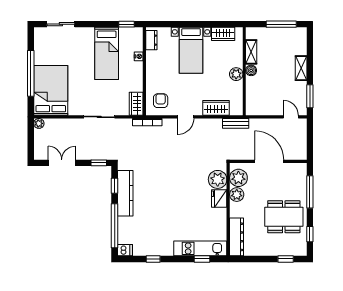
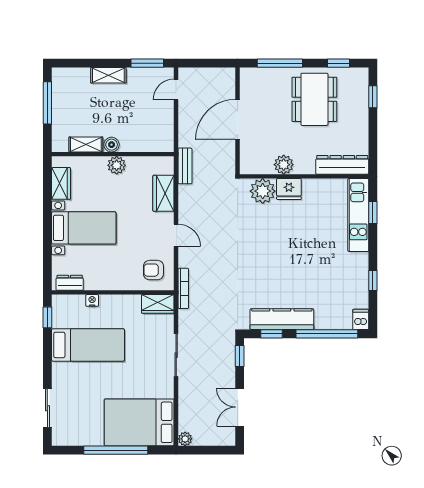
plant: (238, 178) -> (260, 162), removed

